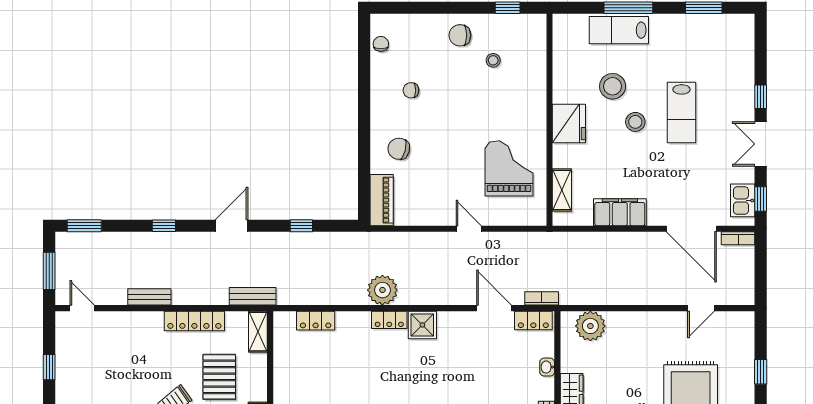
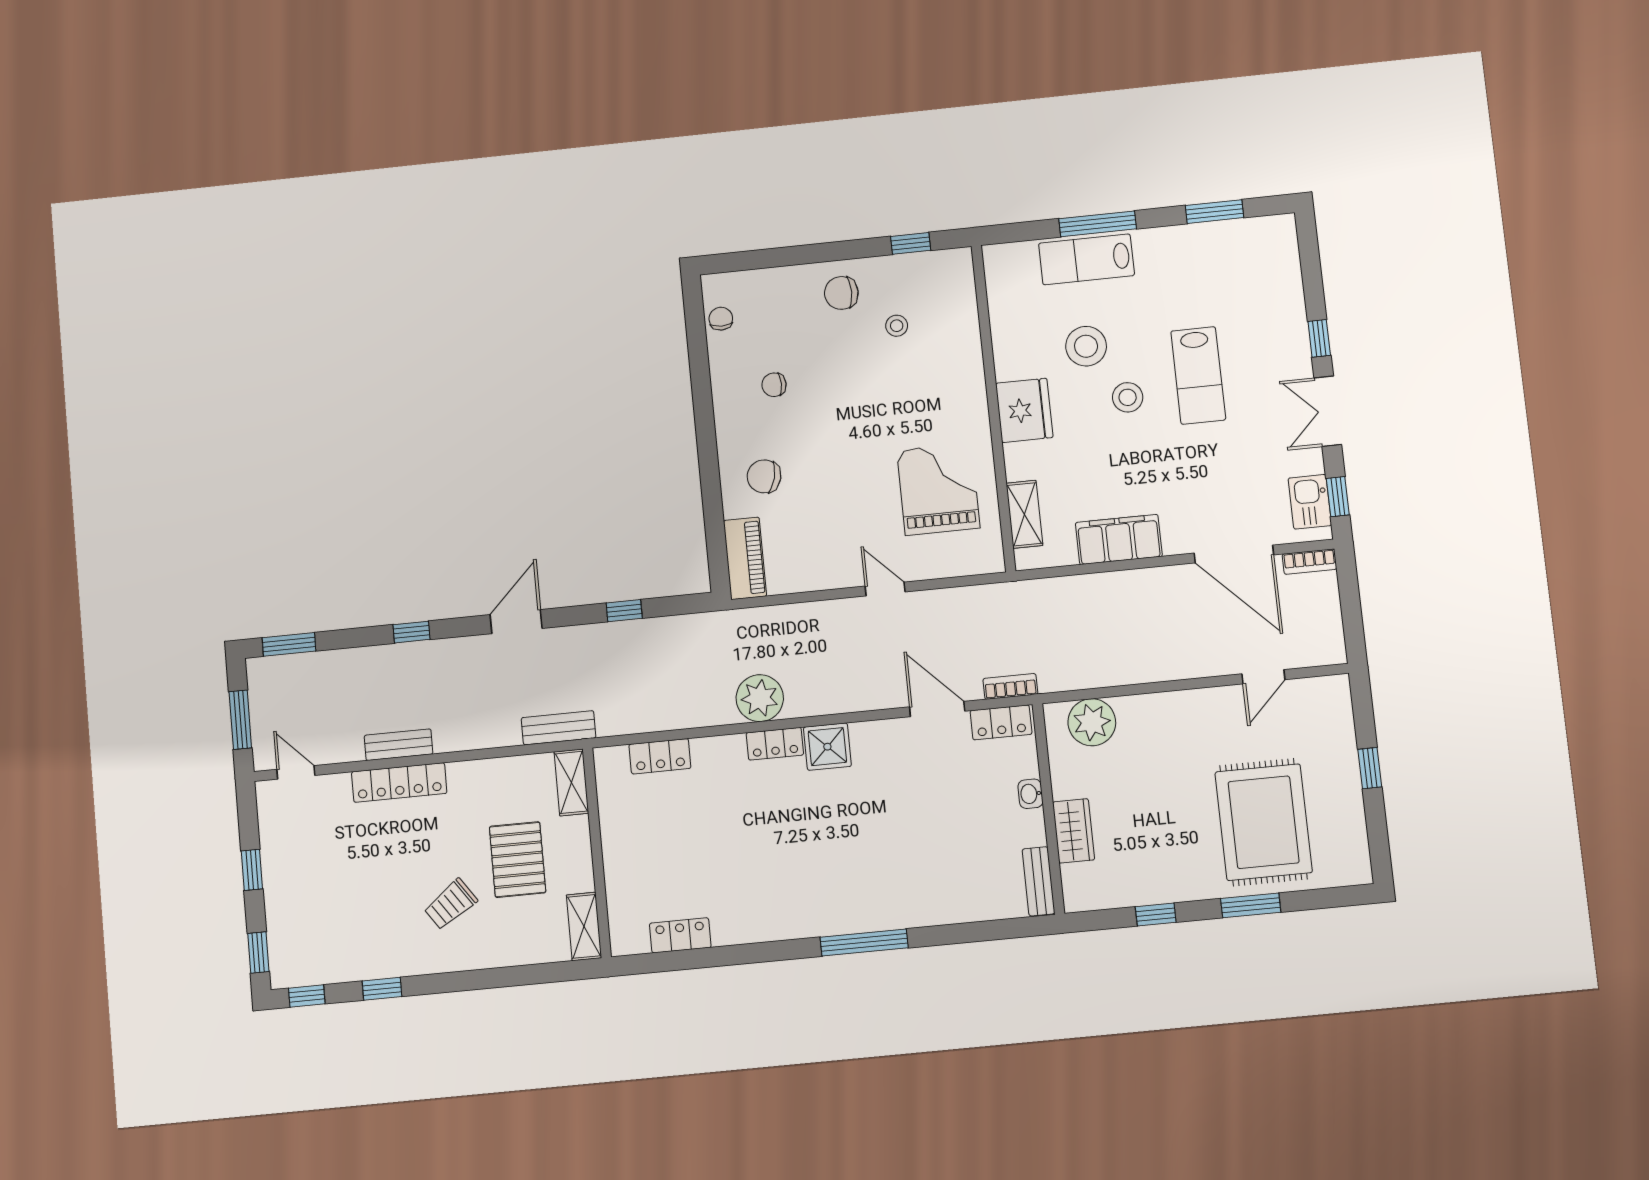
locker: (194, 321) -> (399, 783), moved

